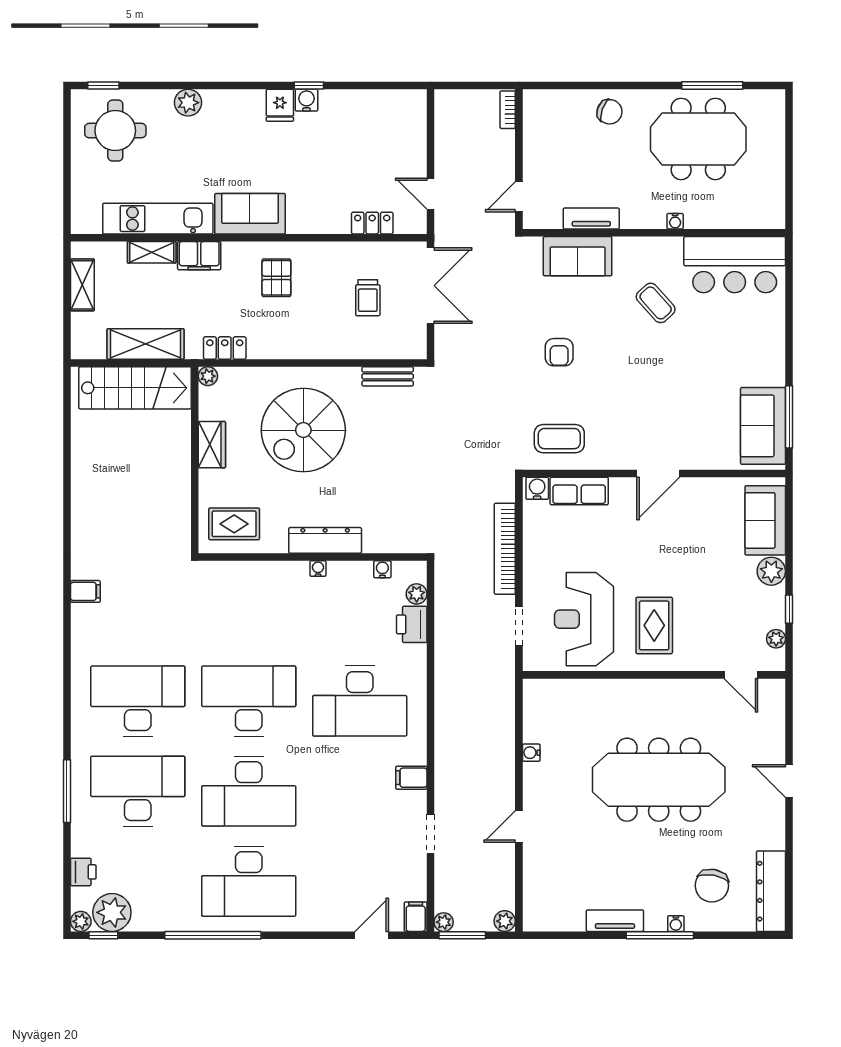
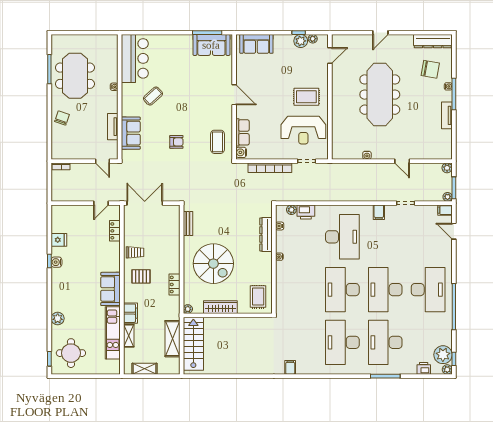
fridge: (280, 105) -> (59, 240), moved
trolley: (368, 298) -> (135, 252), moved
locker: (225, 348) -> (174, 284), moved
wardrobe: (212, 445) -> (220, 307), width x1.50
dresser: (325, 540) -> (266, 234), moved
plant: (771, 571) -> (301, 41), moved
desk: (249, 791) -> (385, 290), turned 180

